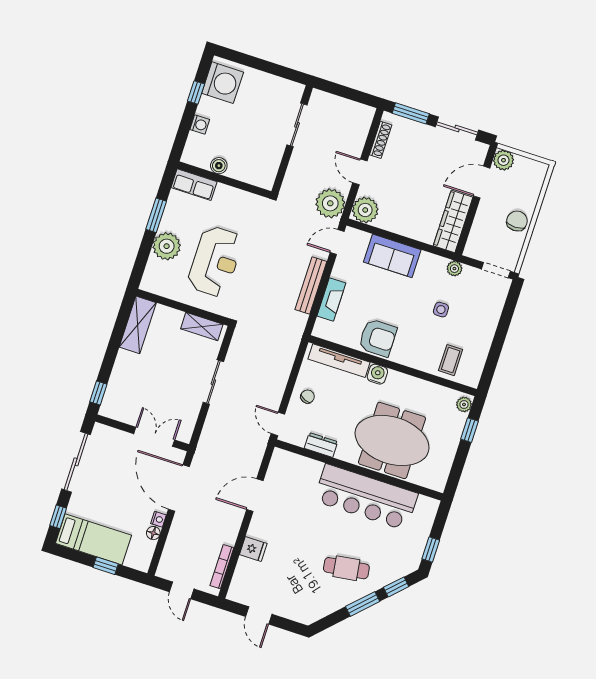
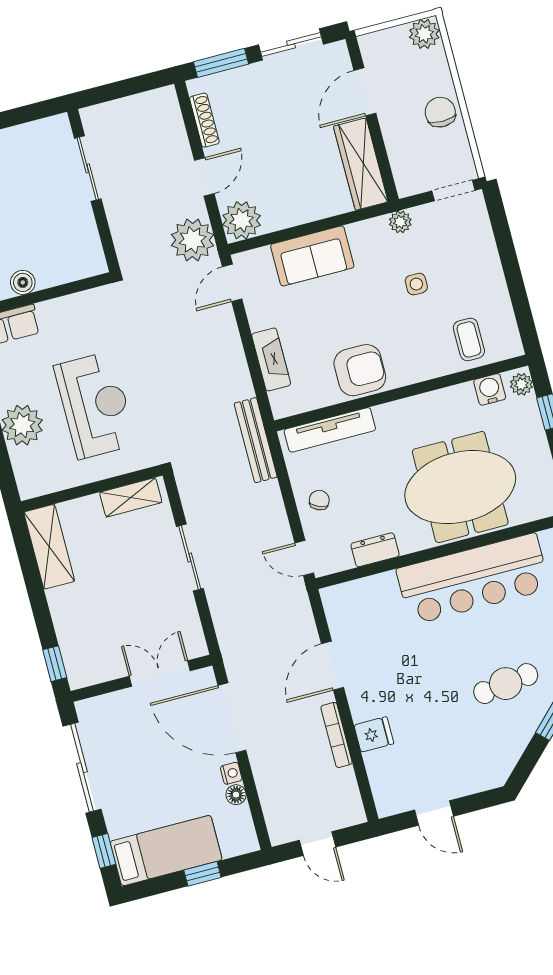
plant: (503, 160) -> (424, 34), moved
door: (360, 172) -> (204, 177), swing flipped
bench: (311, 285) -> (256, 440), moved
water cooler: (377, 374) -> (490, 389), moved
bookcase: (222, 567) -> (336, 735), moved

